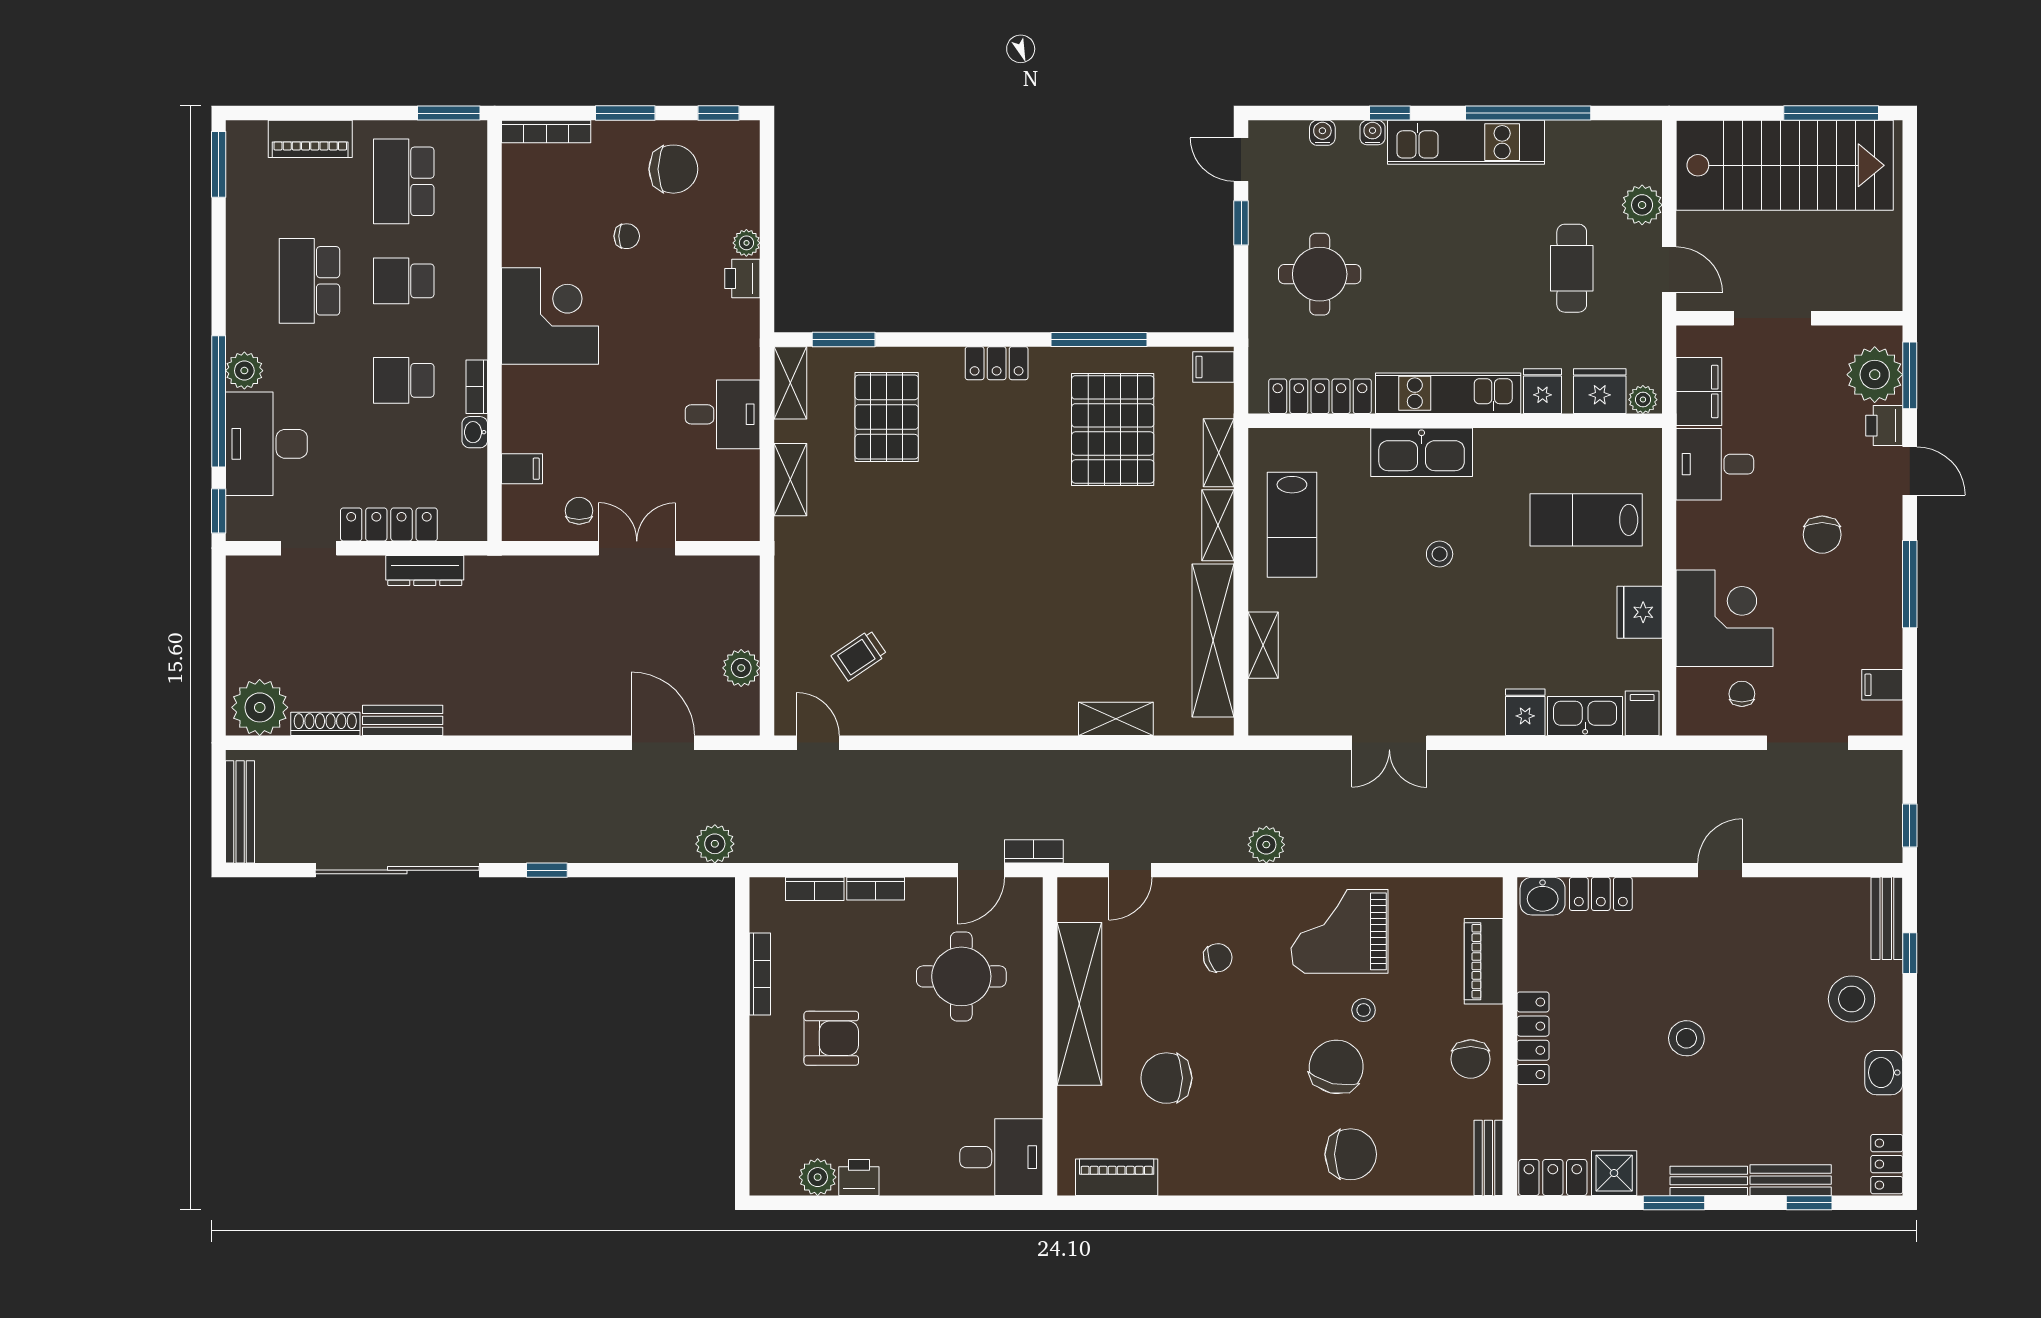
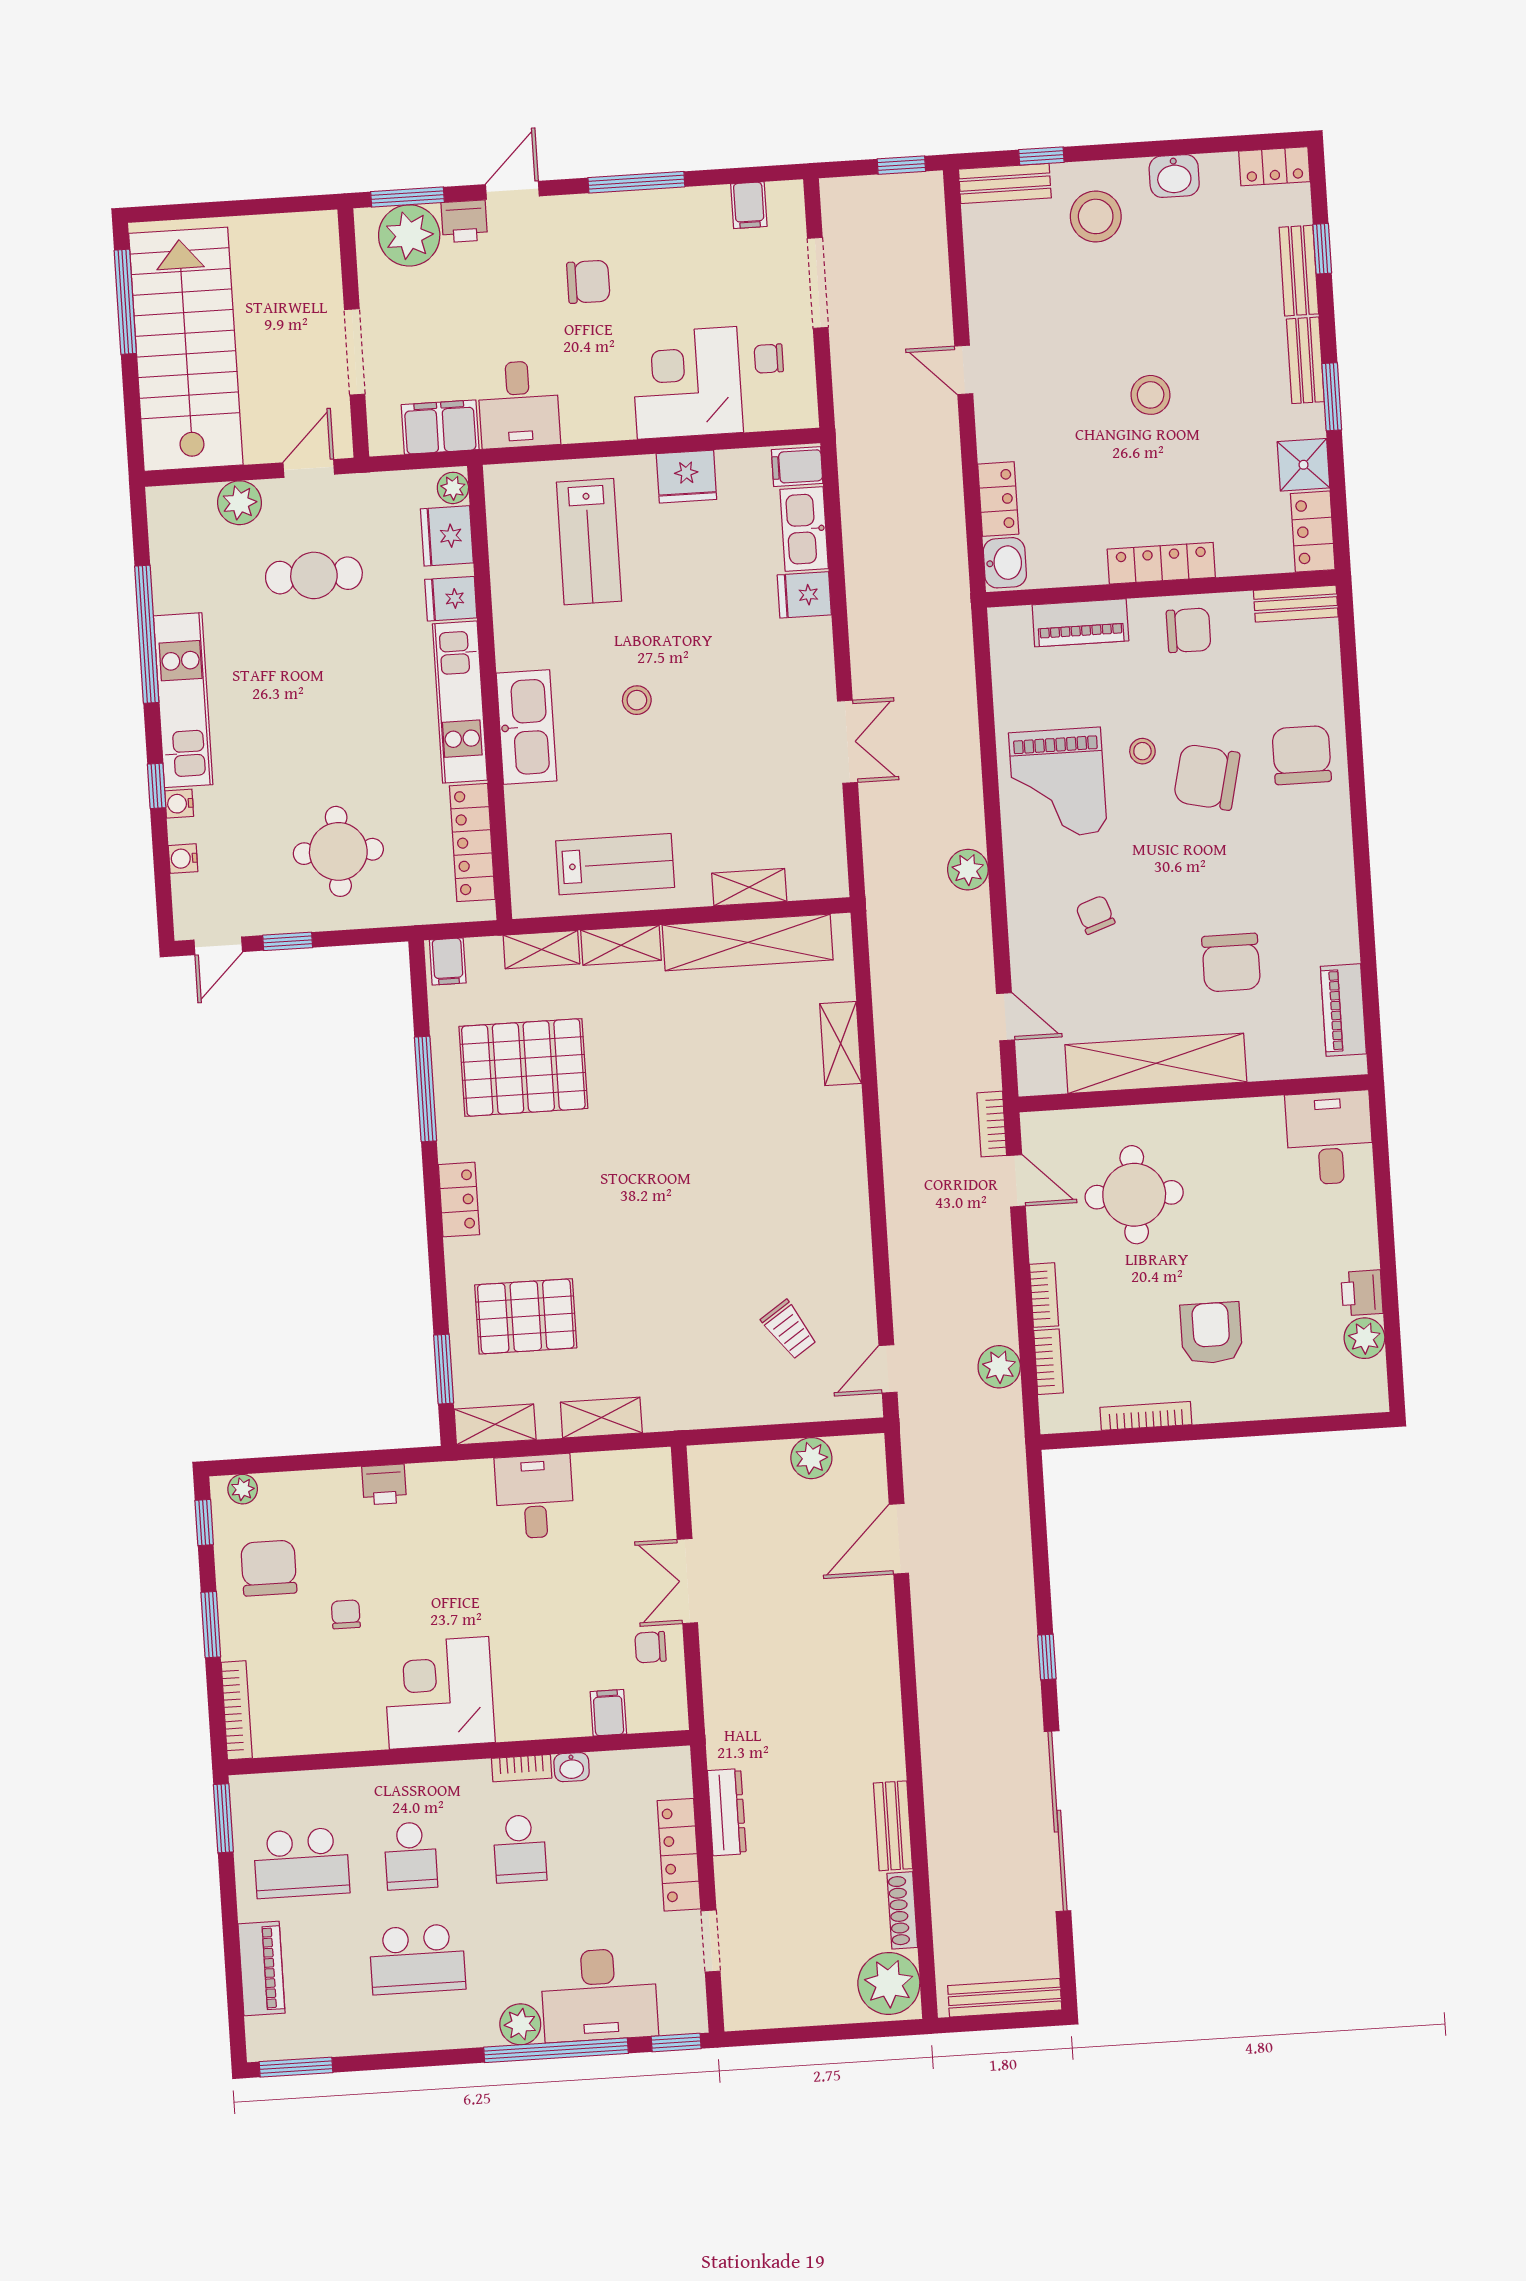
plant: (746, 243) -> (243, 1489), moved
plant: (715, 844) -> (999, 1367), moved

